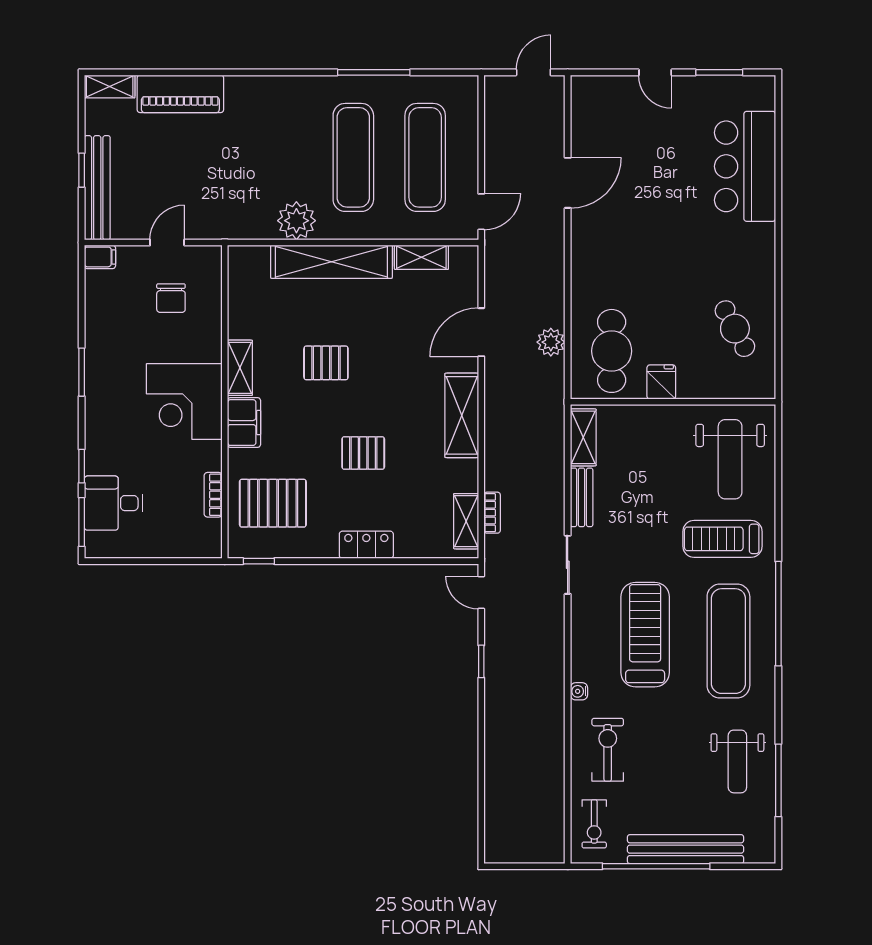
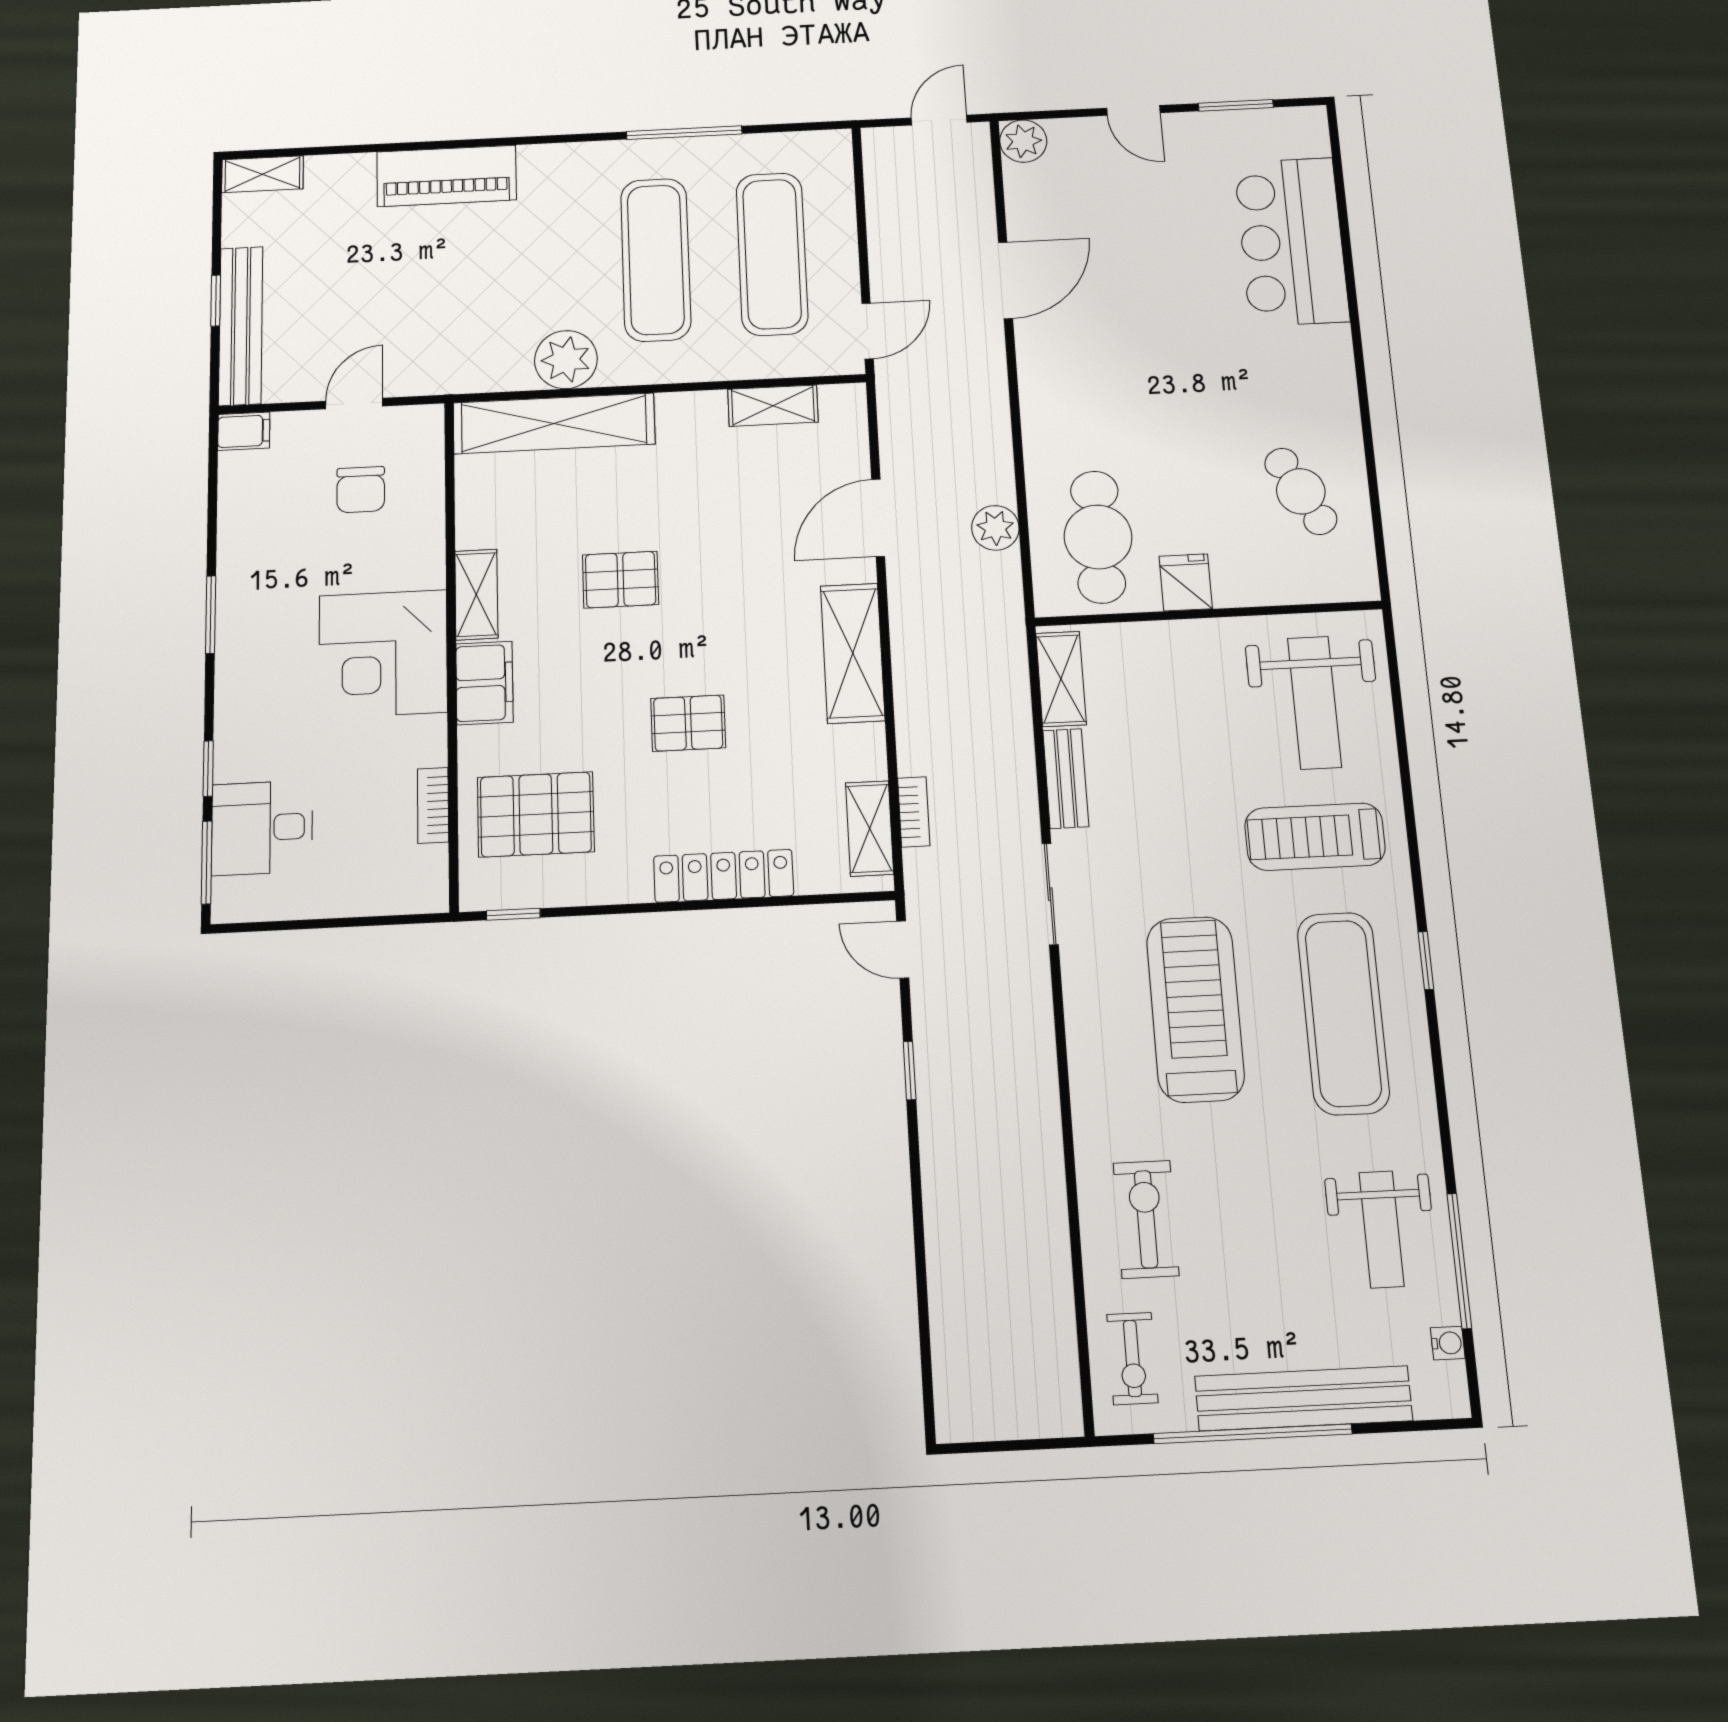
plant: (585, 90) -> (1023, 141), added
piano: (180, 94) -> (447, 176), moved
shelving: (331, 262) -> (554, 423), moved
locker: (366, 545) -> (724, 876), width x1.53
window: (778, 614) -> (1426, 961), width x0.32
water cooler: (579, 691) -> (1448, 1343), moved, turned 180

